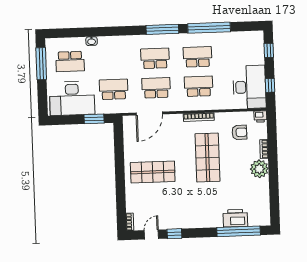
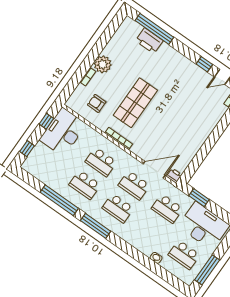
school desk: (70, 61) -> (184, 255), turned 180
printer: (260, 117) -> (174, 176), moved
shop shelf: (153, 172) -> (185, 123), removed

